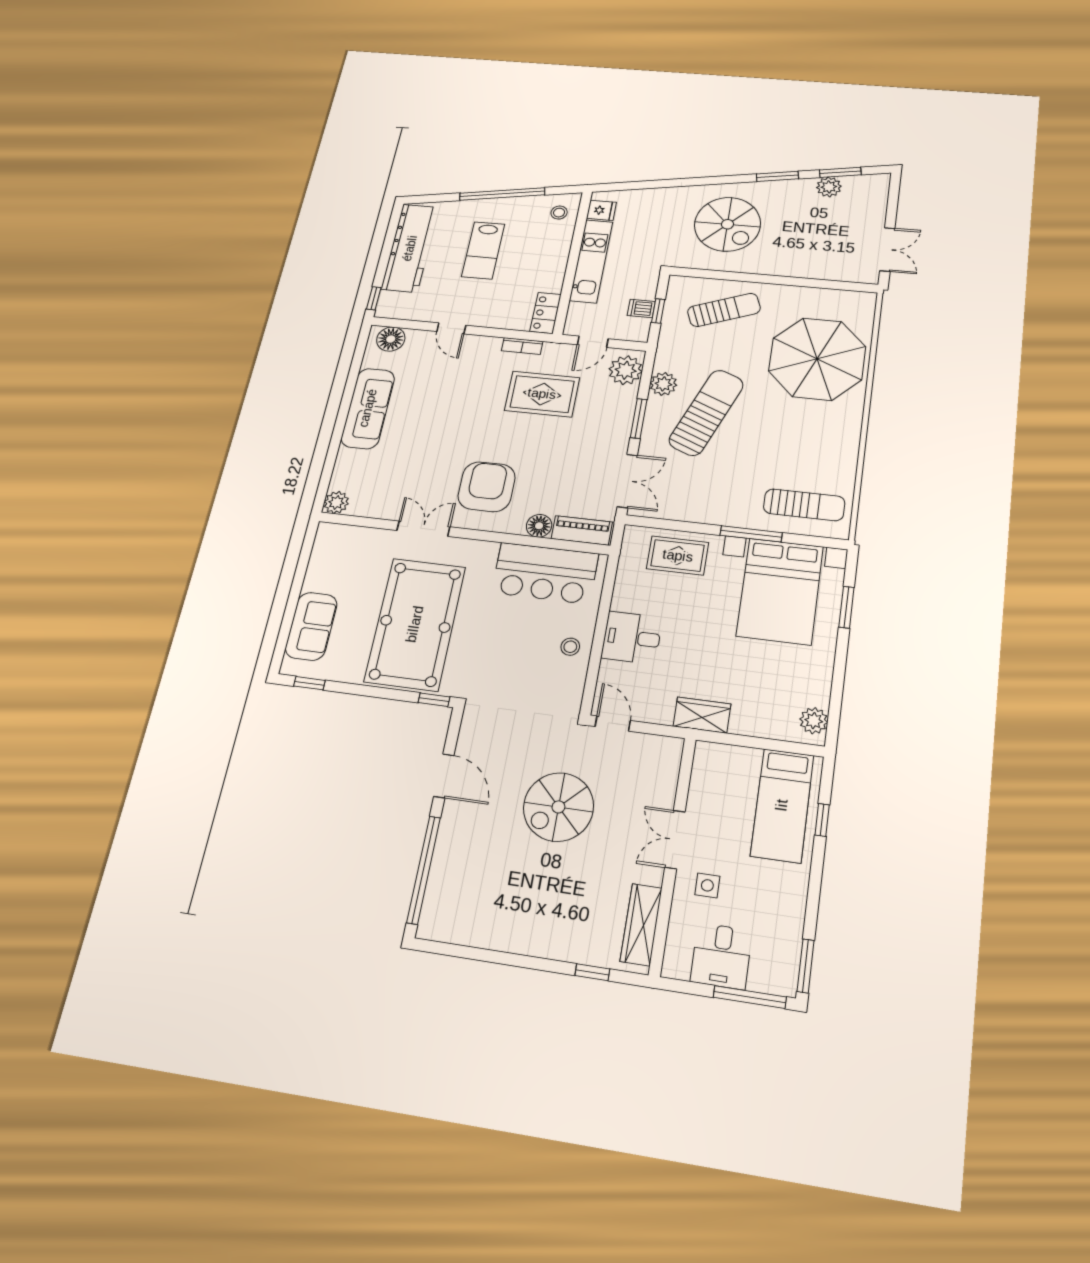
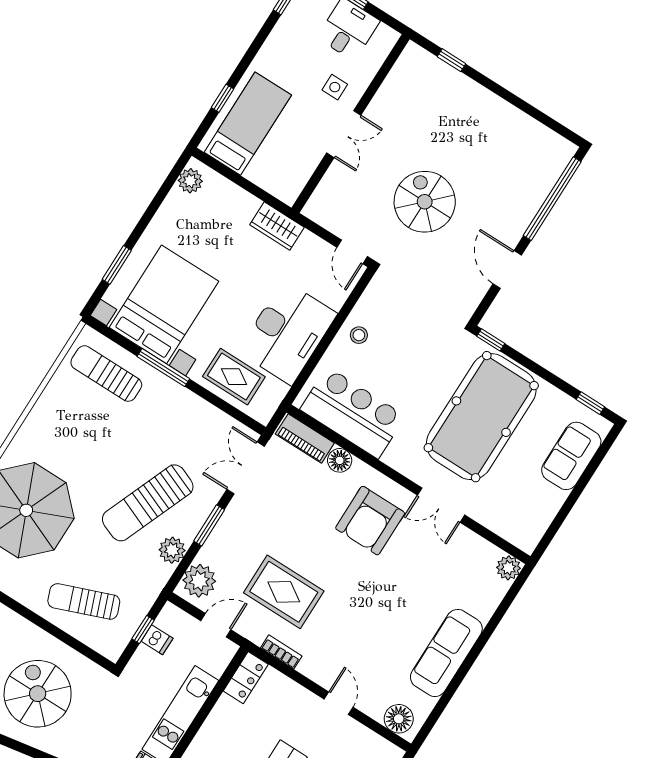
desk: (632, 638) -> (287, 333), width x1.87, depth x1.30
spiral stairs: (558, 807) -> (425, 202), turned -90
wardrobe: (641, 924) -> (399, 80), removed

